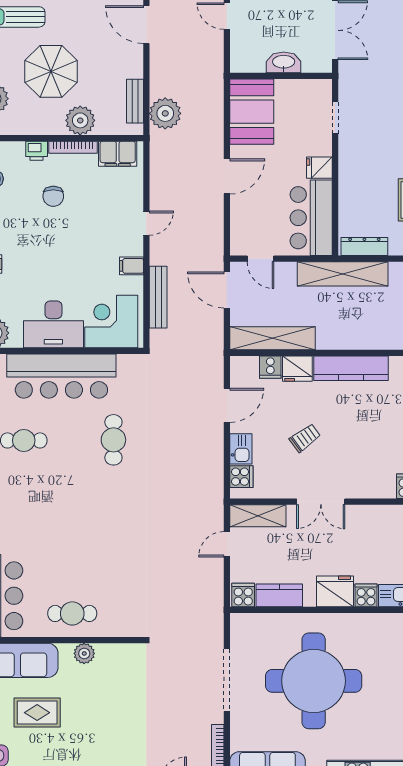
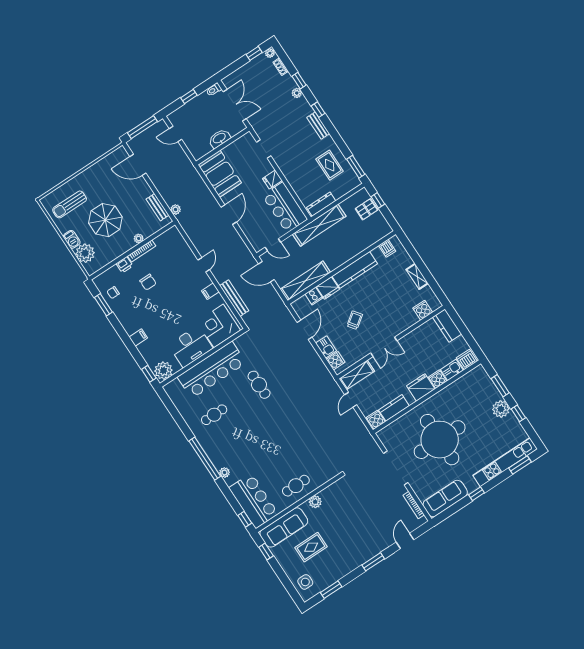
plant: (165, 113) -> (176, 209), width x0.53, depth x0.53
plant: (80, 120) -> (139, 238), width x0.53, depth x0.53
filing cabinet: (118, 154) -> (166, 239), removed

